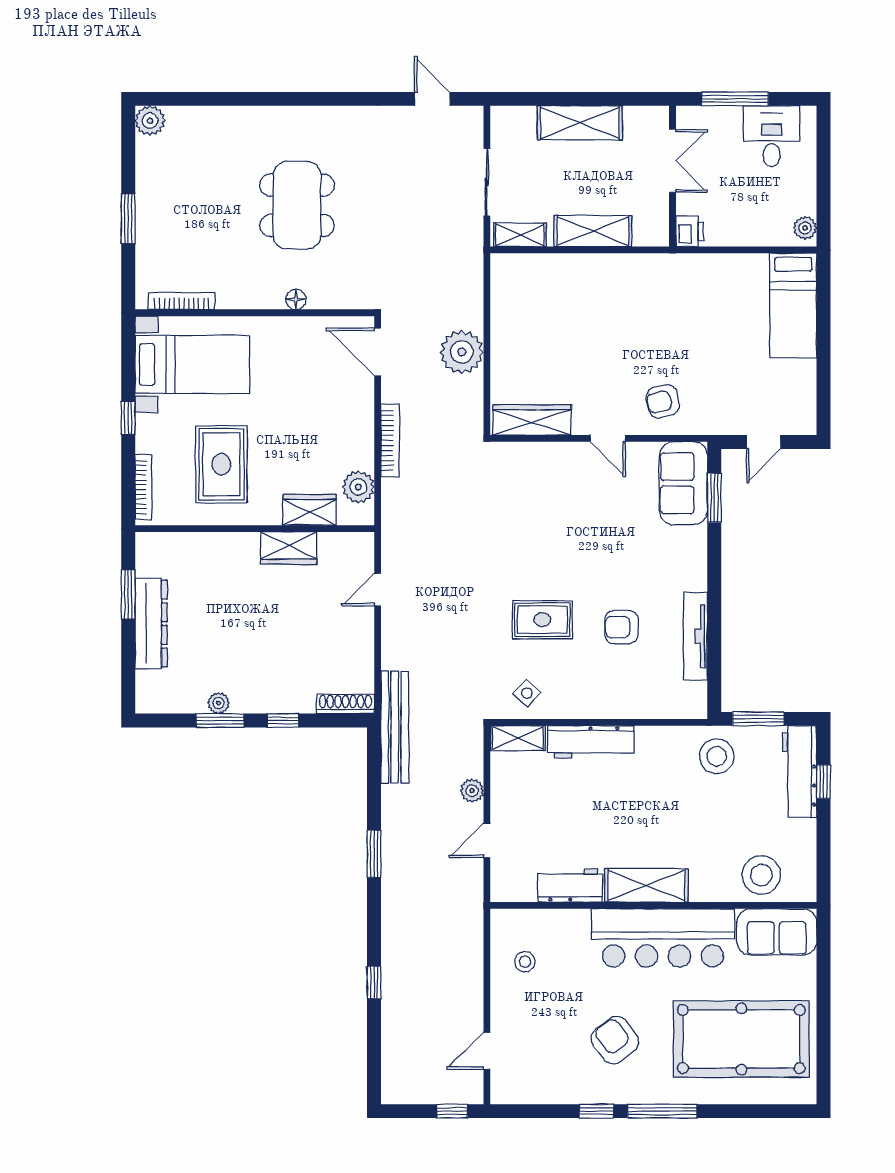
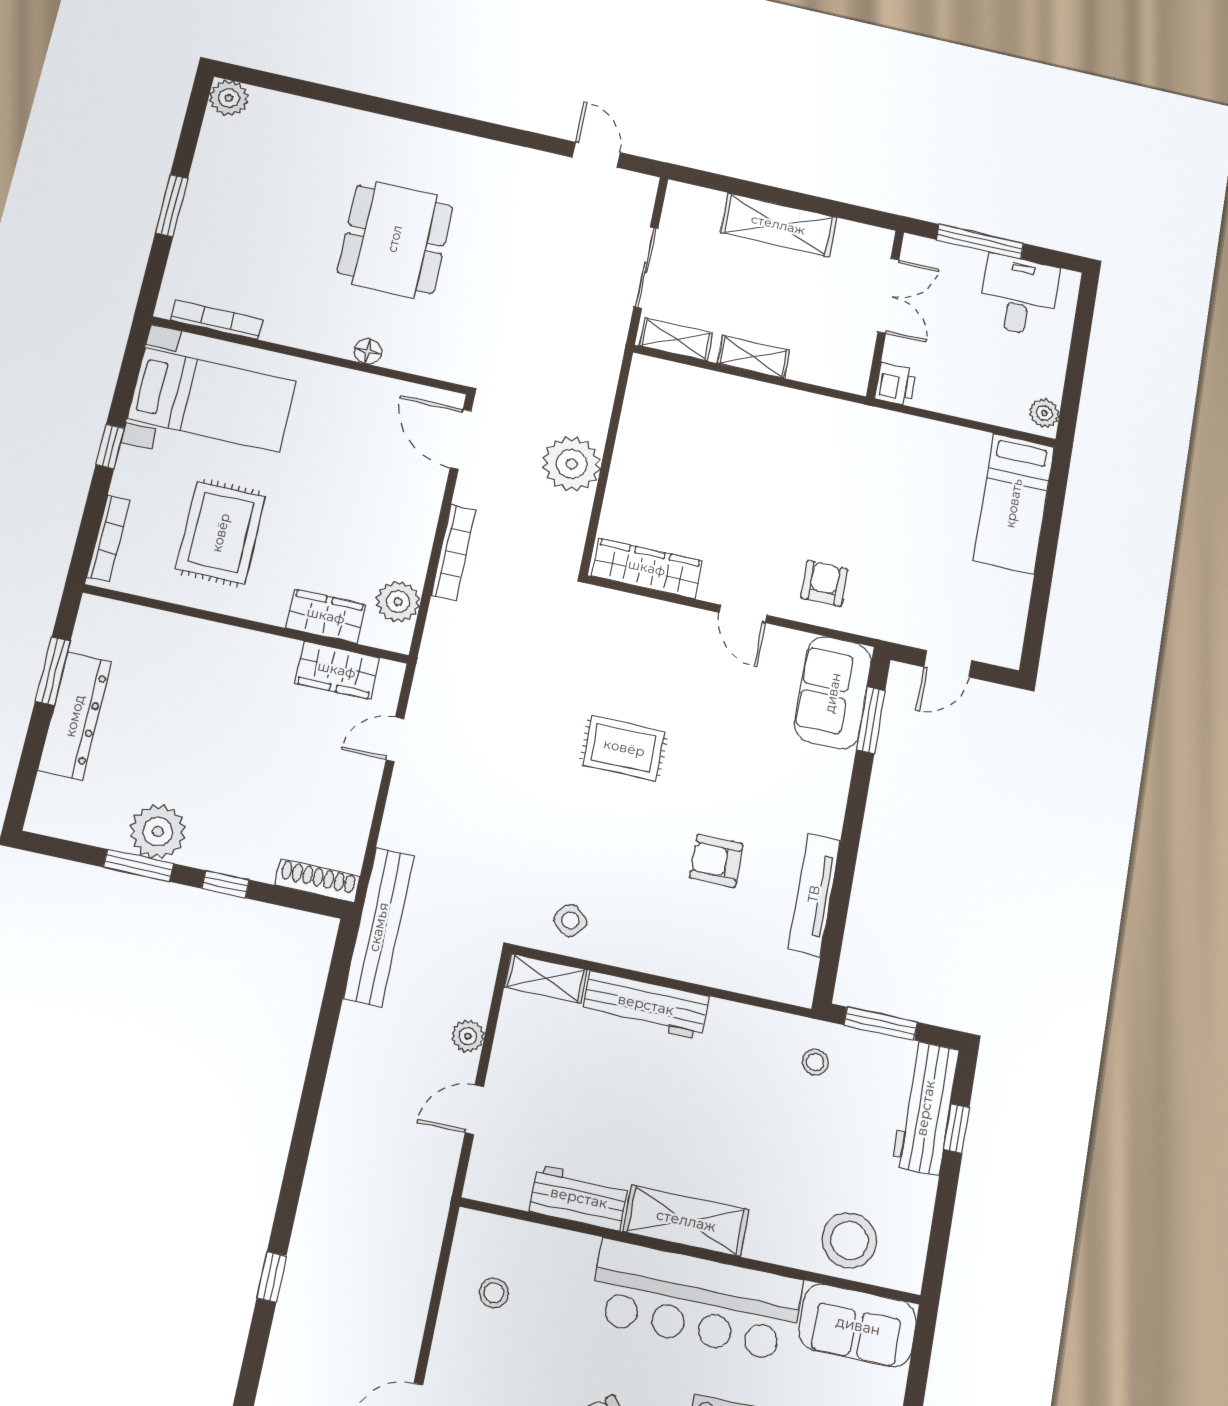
shelving: (593, 231) -> (753, 357), width x0.67, depth x0.75
armchair: (663, 401) -> (824, 583), turned 104
wardrobe: (289, 548) -> (337, 670), moved
rug: (542, 620) -> (624, 748), moved
plant: (218, 703) -> (158, 832), width x1.88, depth x1.88
stool: (717, 756) -> (815, 1062), width x0.53, depth x0.53
window: (374, 854) -> (312, 1095), removed

